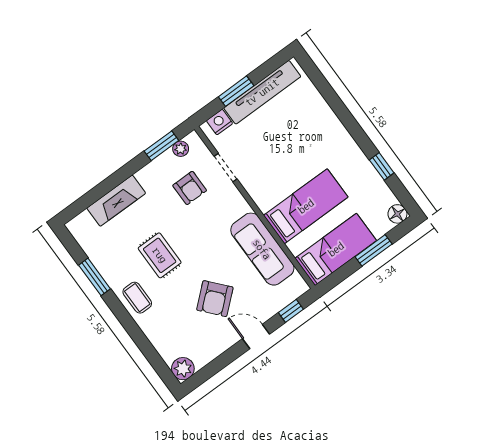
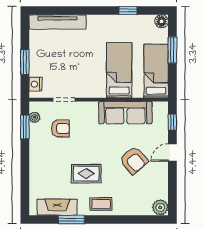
tv unit: (262, 92) -> (57, 22), moved, turned 90
fireplace: (116, 201) -> (57, 207), moved, turned -90

